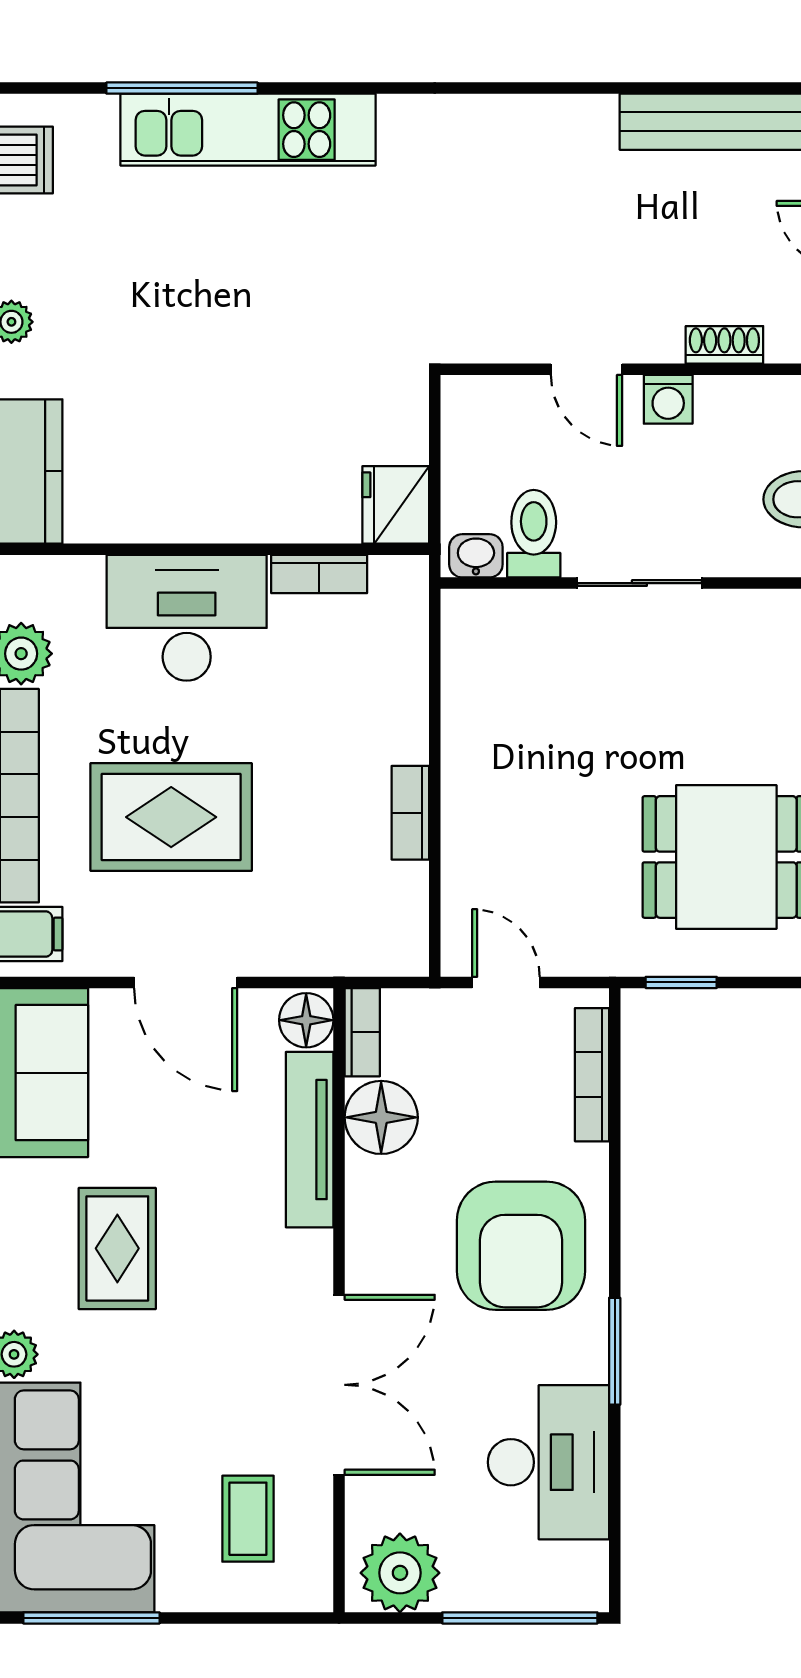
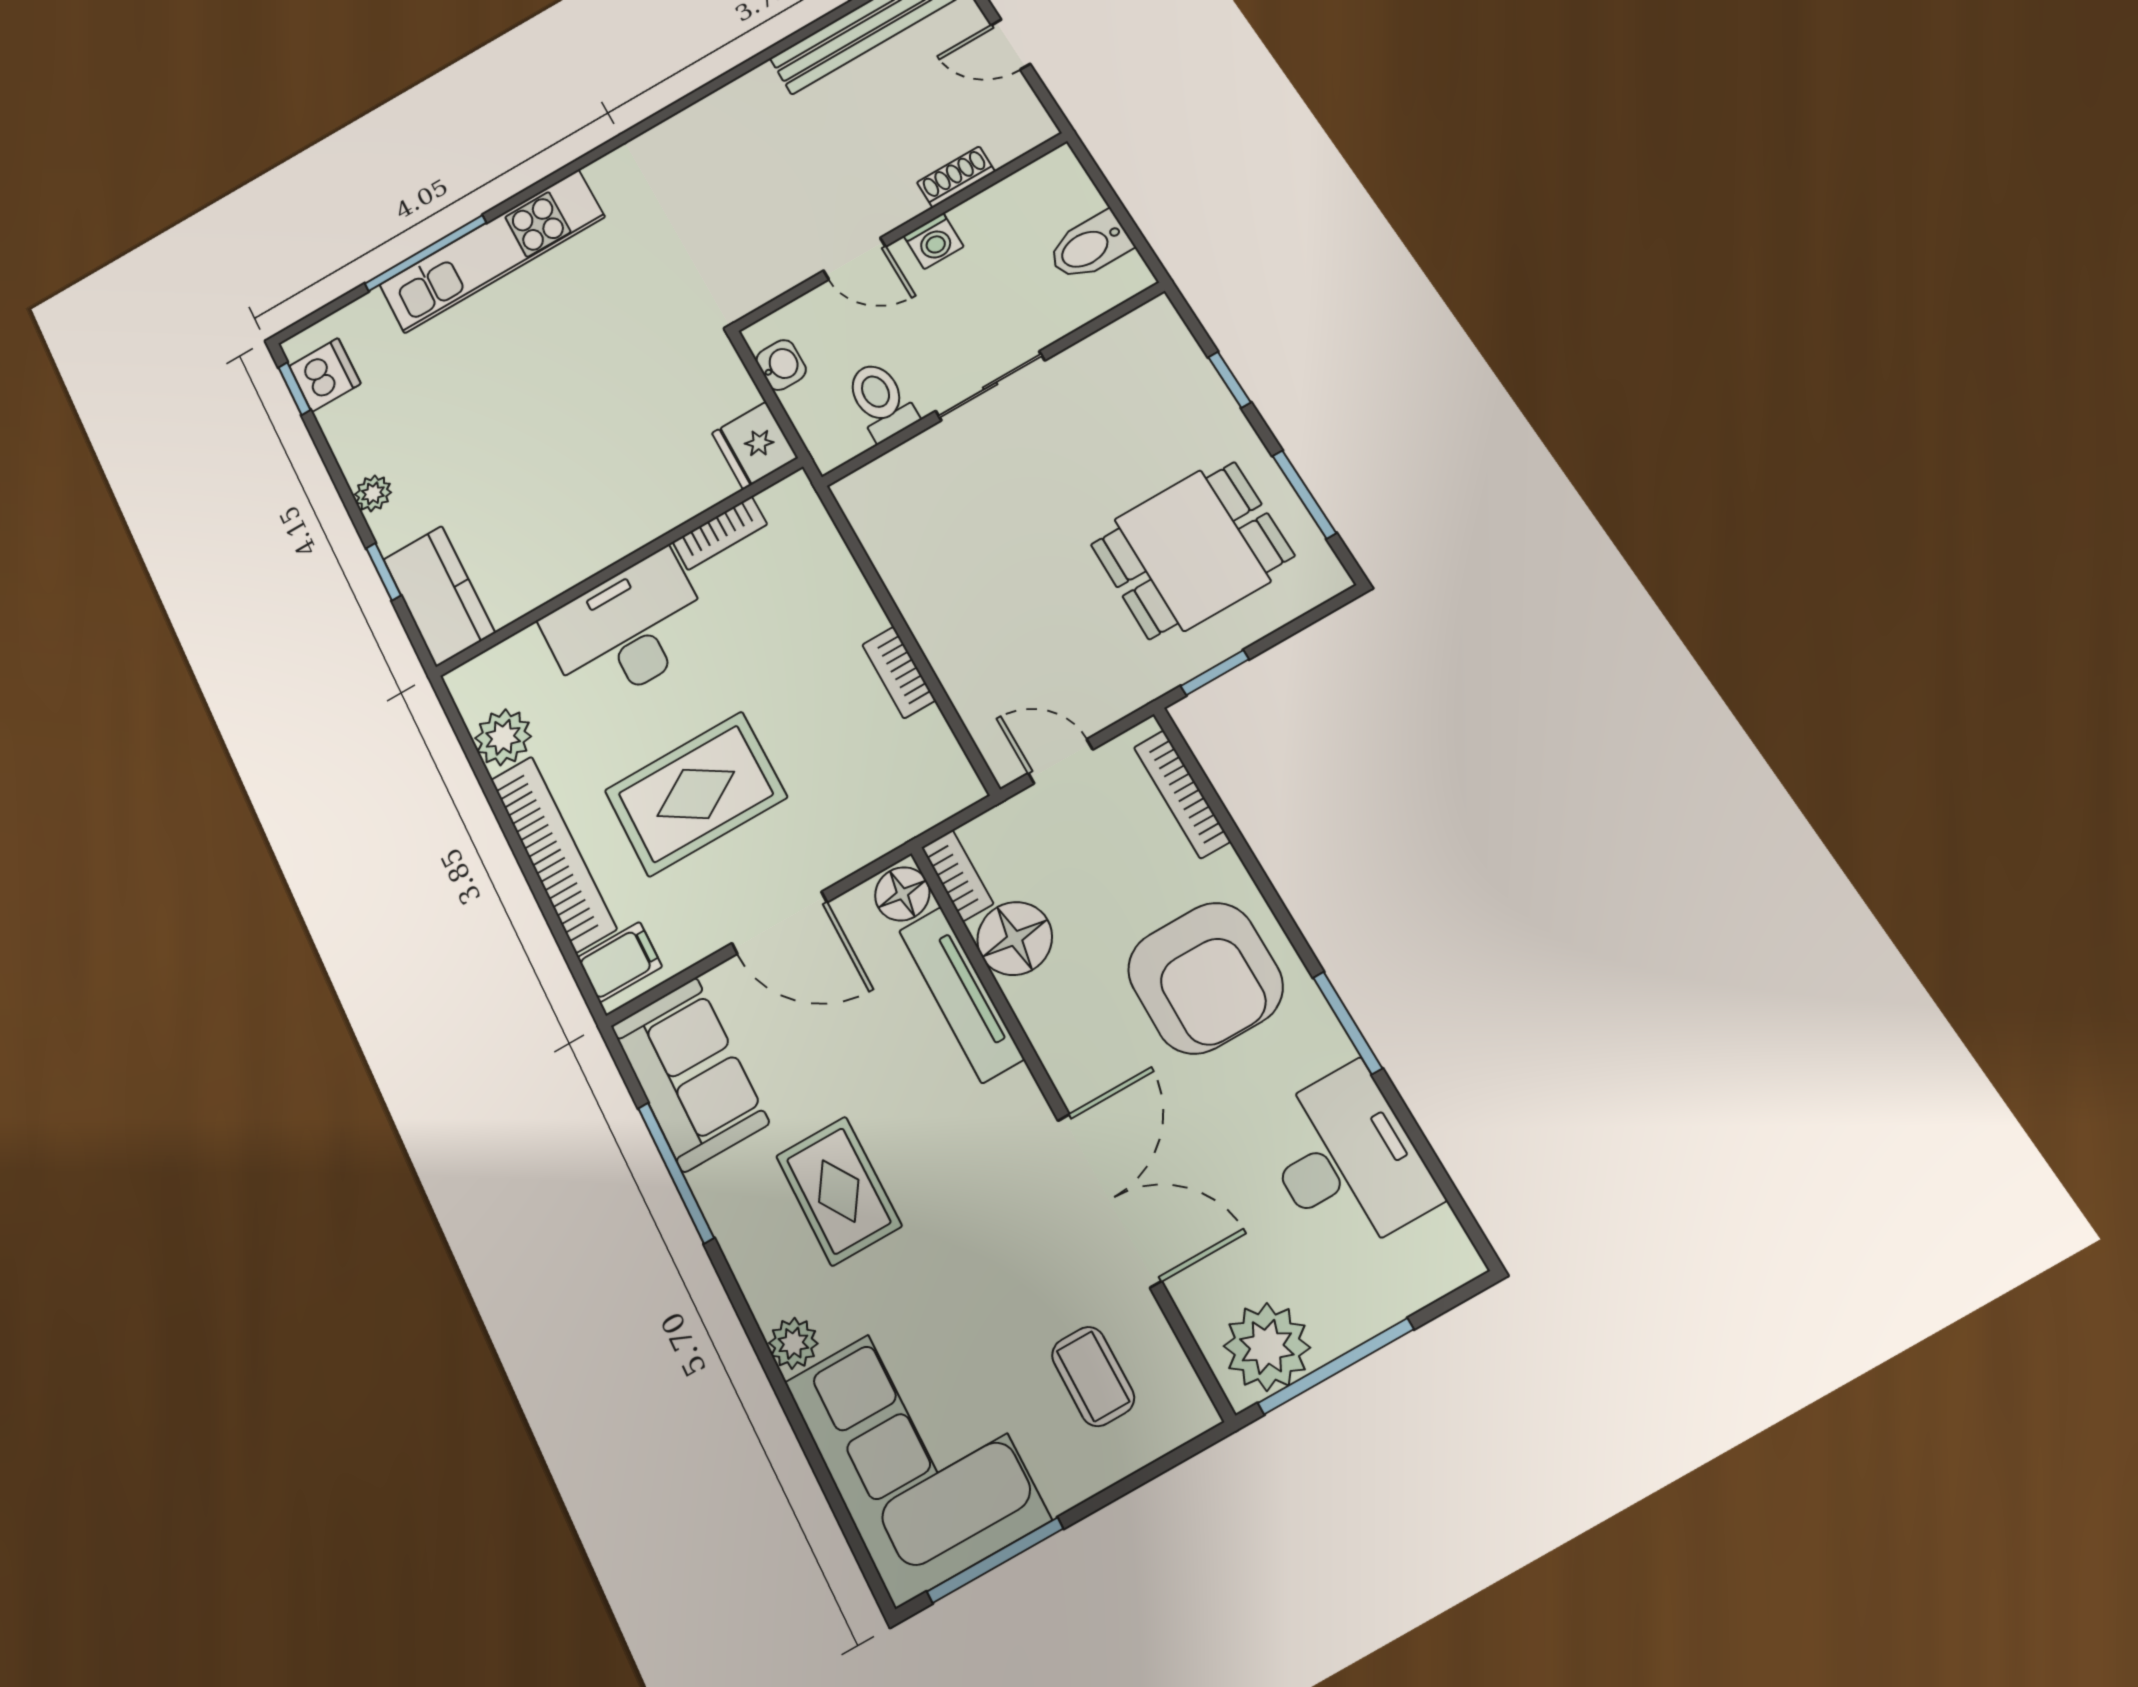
washbasin: (476, 556) -> (781, 365), moved, turned 90
window: (520, 1618) -> (1336, 1366), moved

